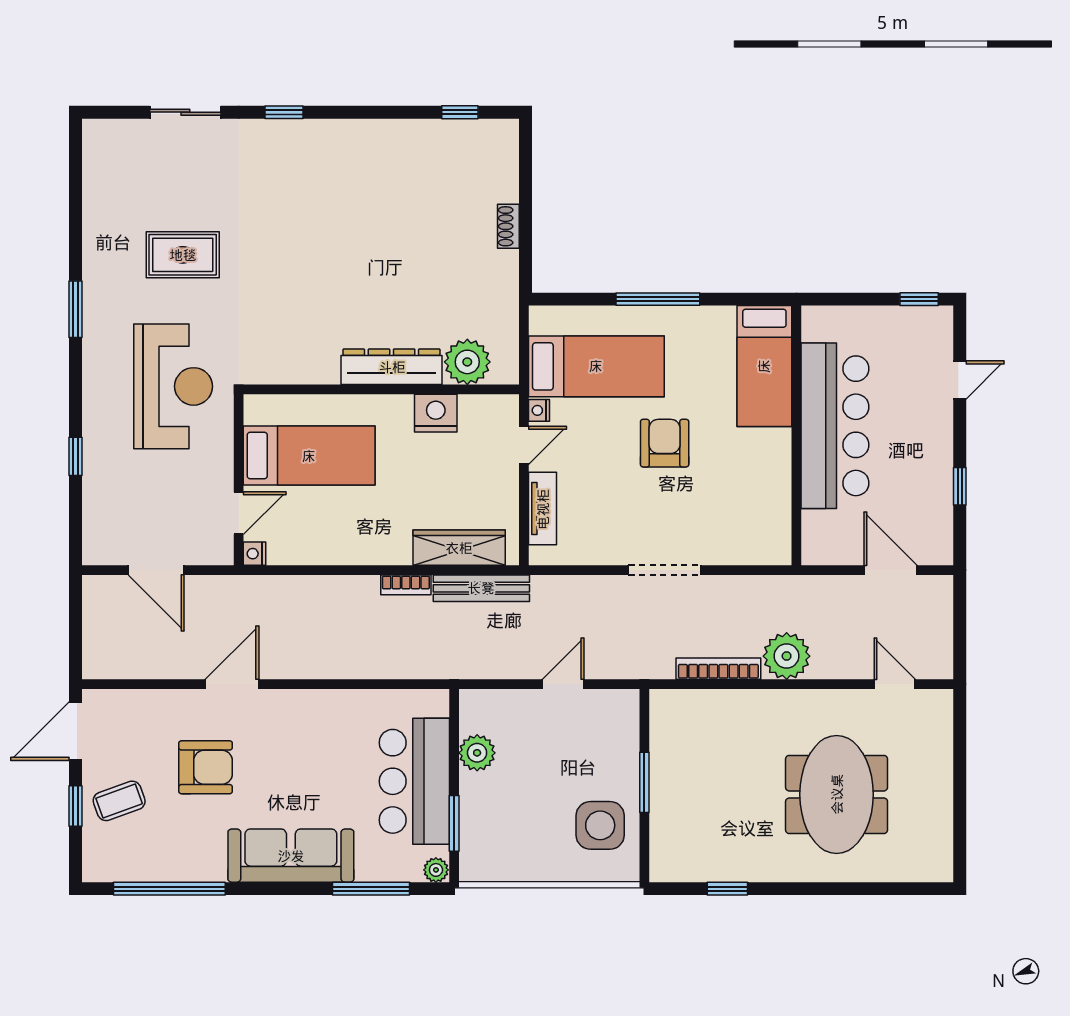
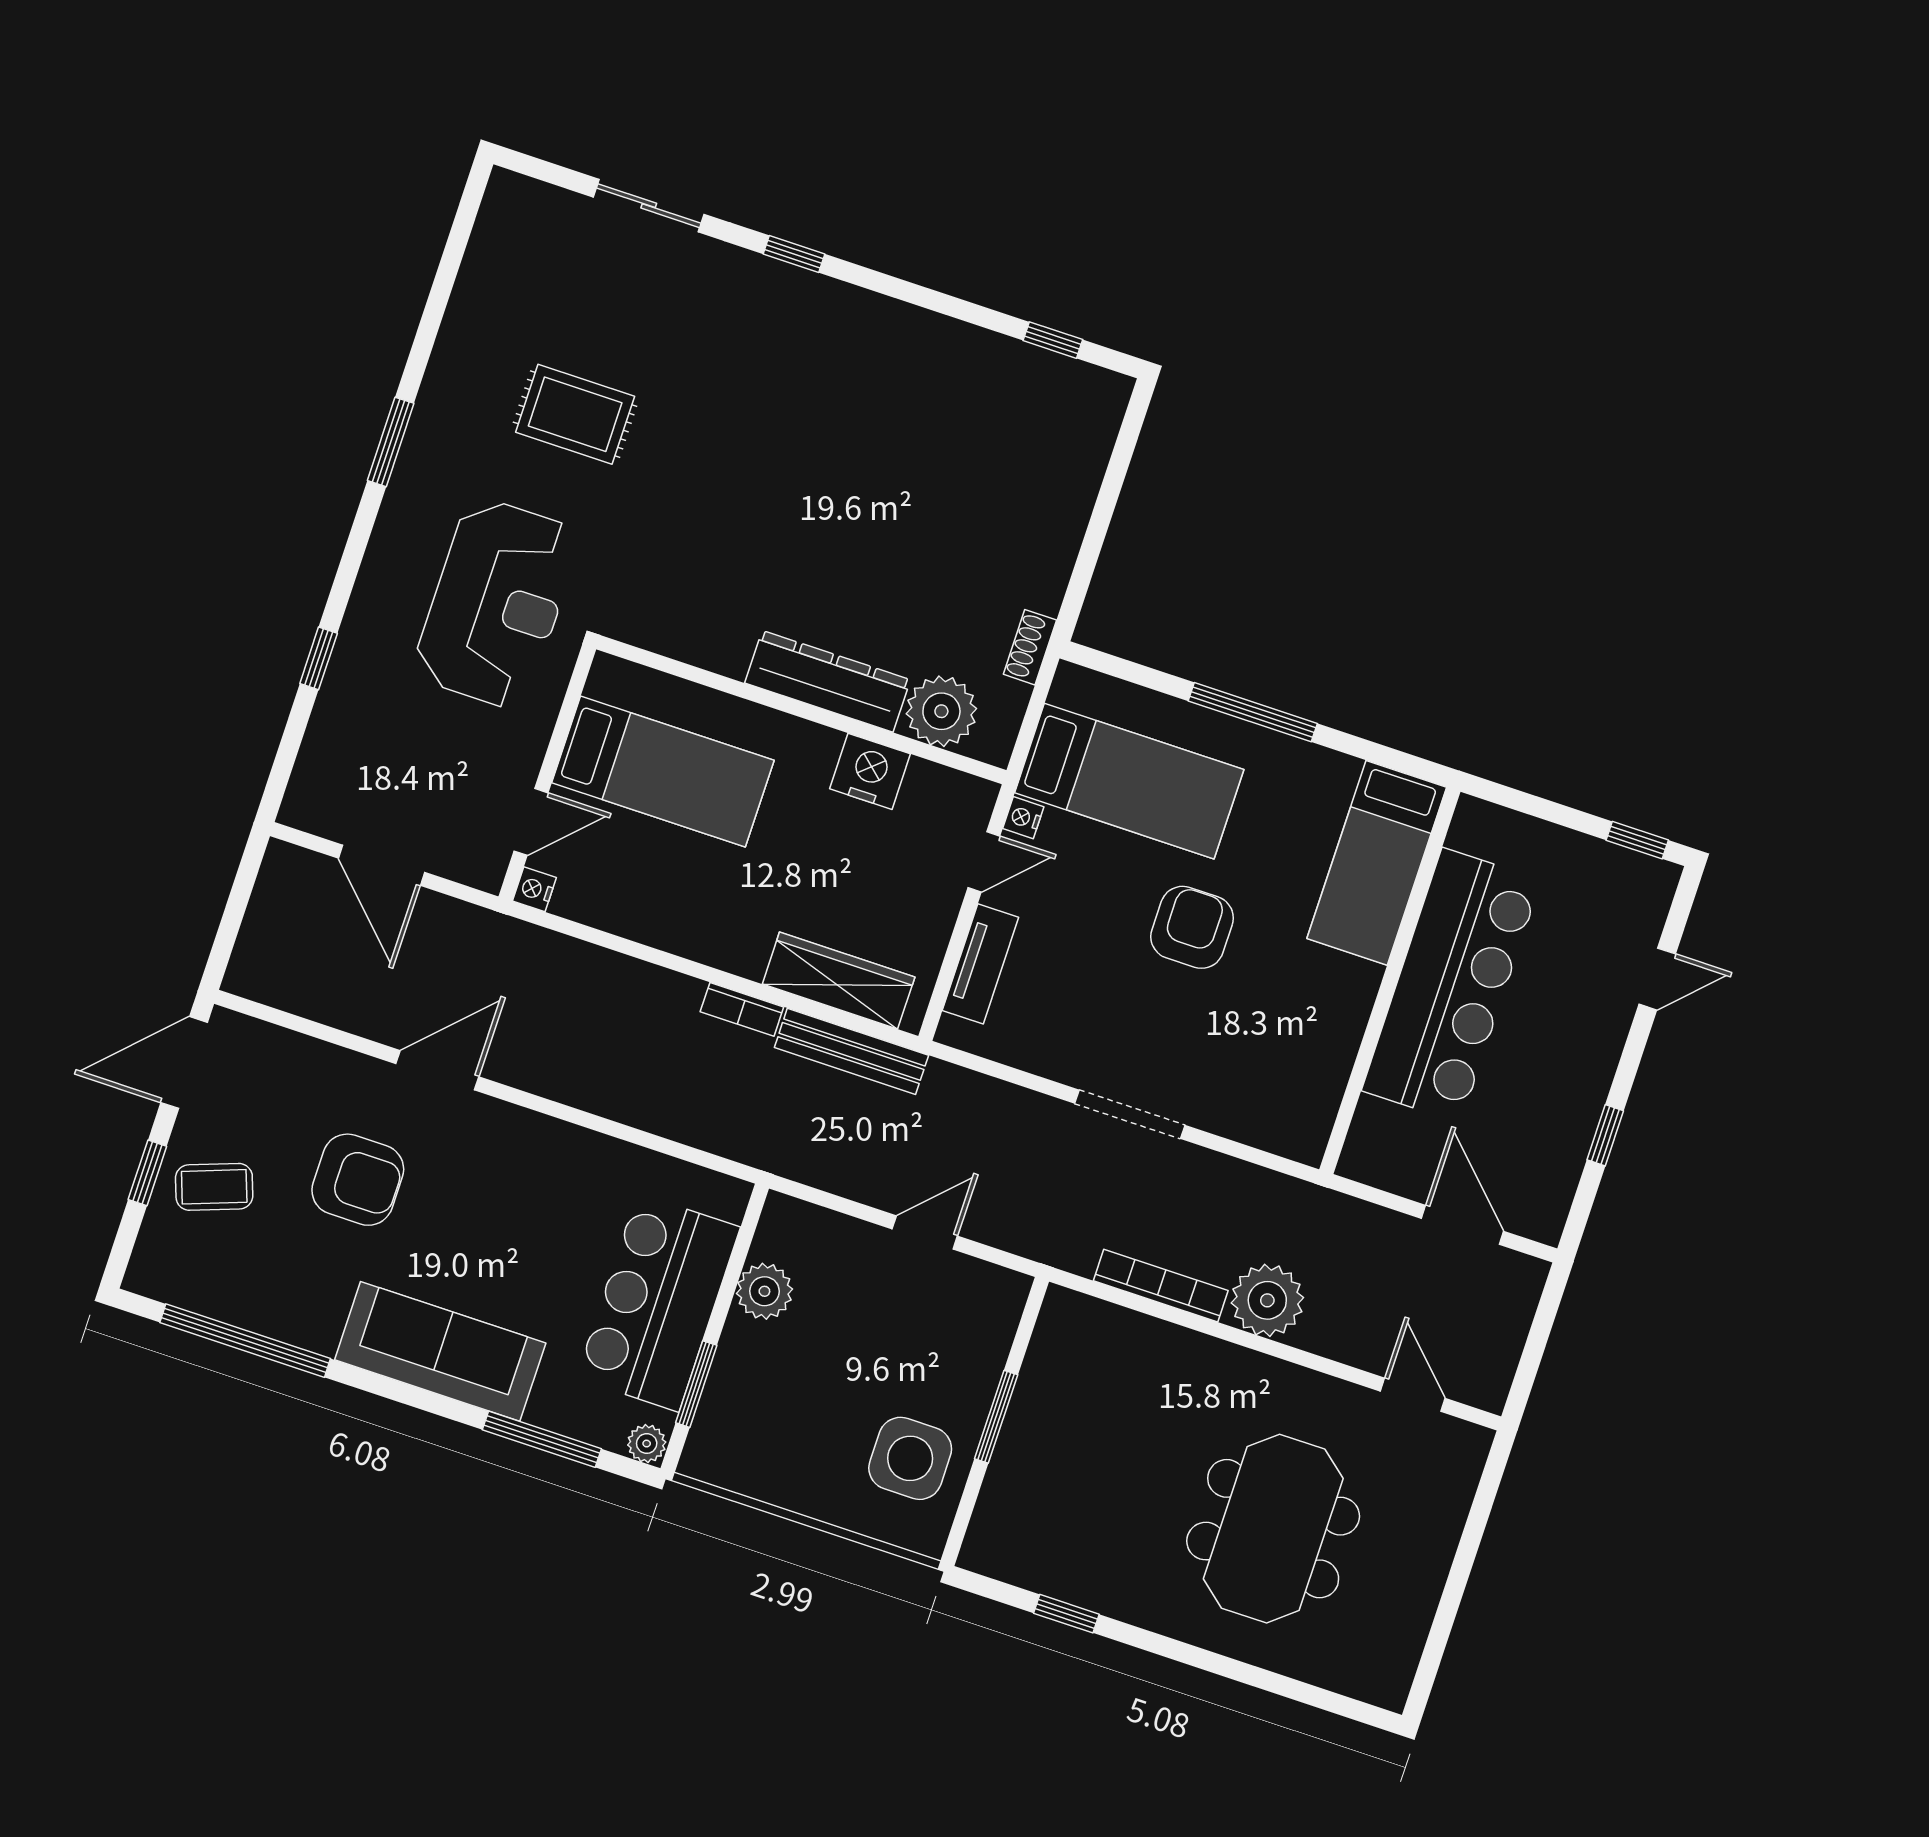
shoe rack: (508, 226) -> (1030, 647), moved

